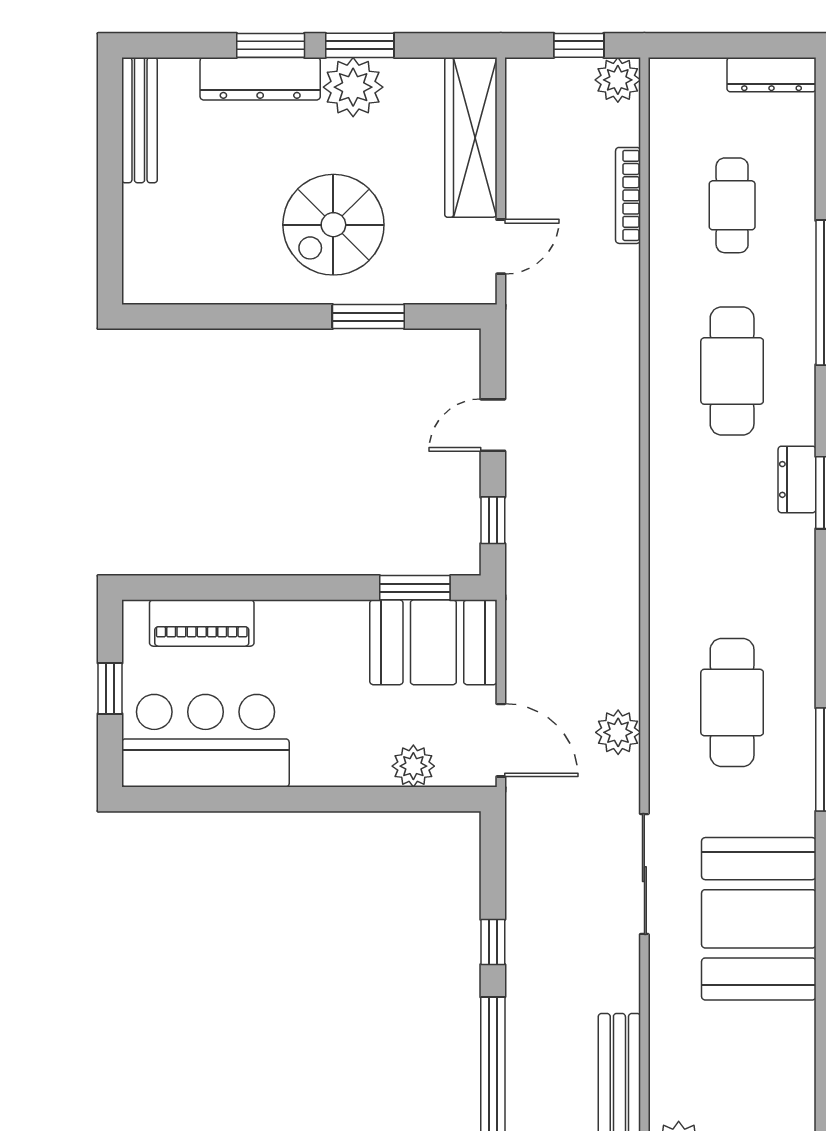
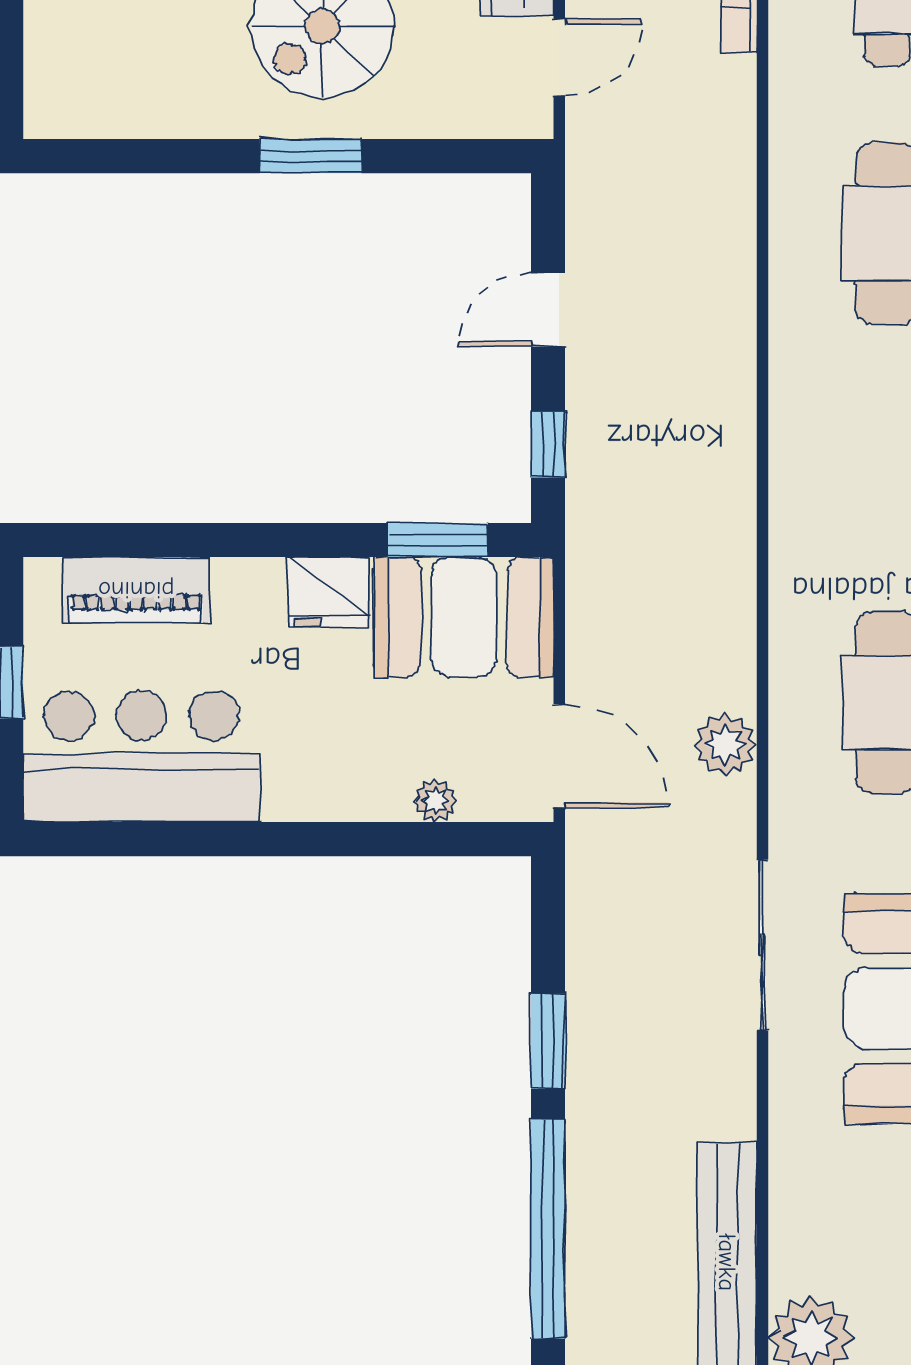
window: (368, 317) -> (311, 156), moved
fridge: (338, 625) -> (329, 592), added
plant: (413, 766) -> (436, 800), width x0.73, depth x0.73
window: (493, 942) -> (548, 1041), width x1.50

